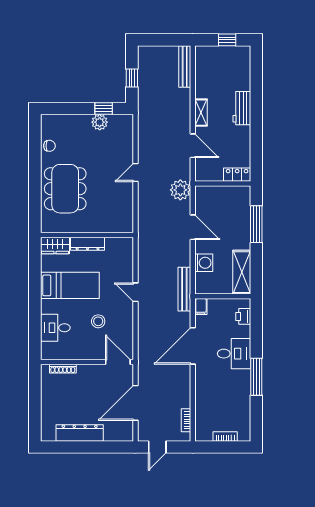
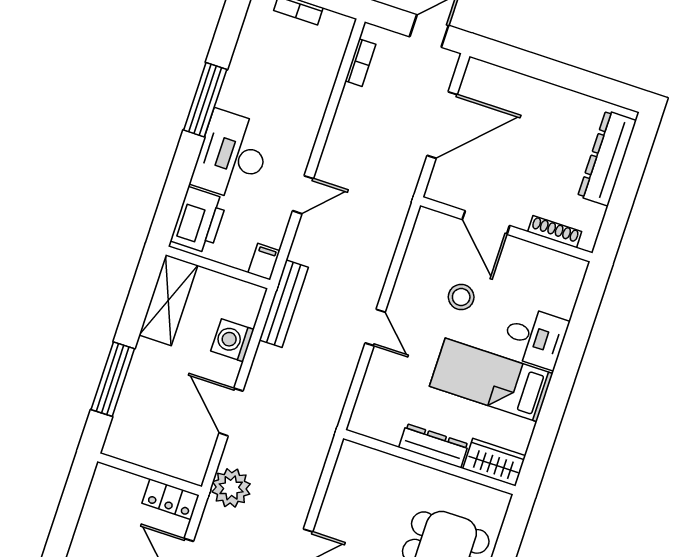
locker: (237, 175) -> (171, 499), moved
printer: (243, 316) -> (199, 220), width x1.87, depth x1.48
desk: (55, 328) -> (535, 337), moved
door: (193, 346) -> (303, 195), width x0.53
desk: (234, 354) -> (232, 156), width x1.37
door: (118, 362) -> (486, 222), moved
dresser: (80, 433) -> (607, 158), moved, turned 90

